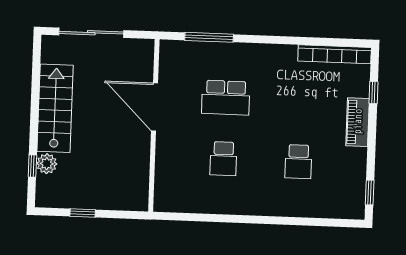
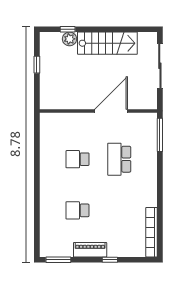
window: (209, 37) -> (160, 135), moved
window: (373, 93) -> (110, 260), moved
piano: (358, 122) -> (90, 250), moved
window: (370, 192) -> (58, 260), width x1.50

